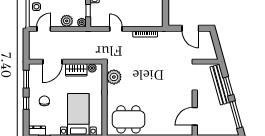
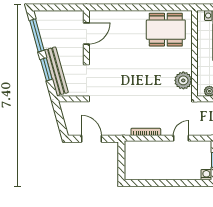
door: (116, 29) -> (181, 138), swing flipped

